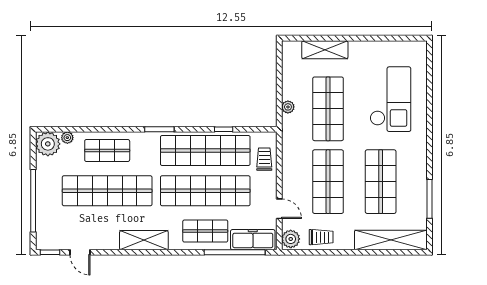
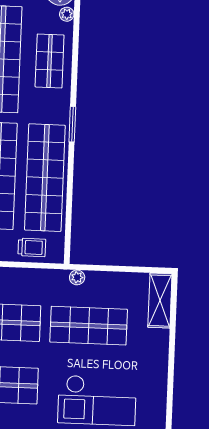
shelving: (325, 50) -> (160, 301), moved
plant: (288, 107) -> (77, 277), moved
window: (224, 129) -> (69, 200), removed

